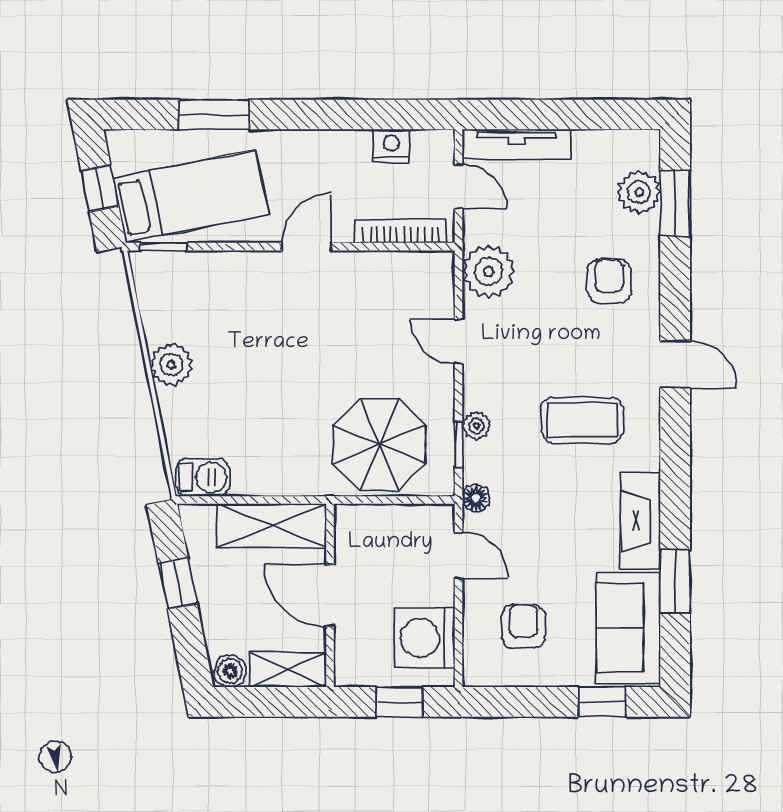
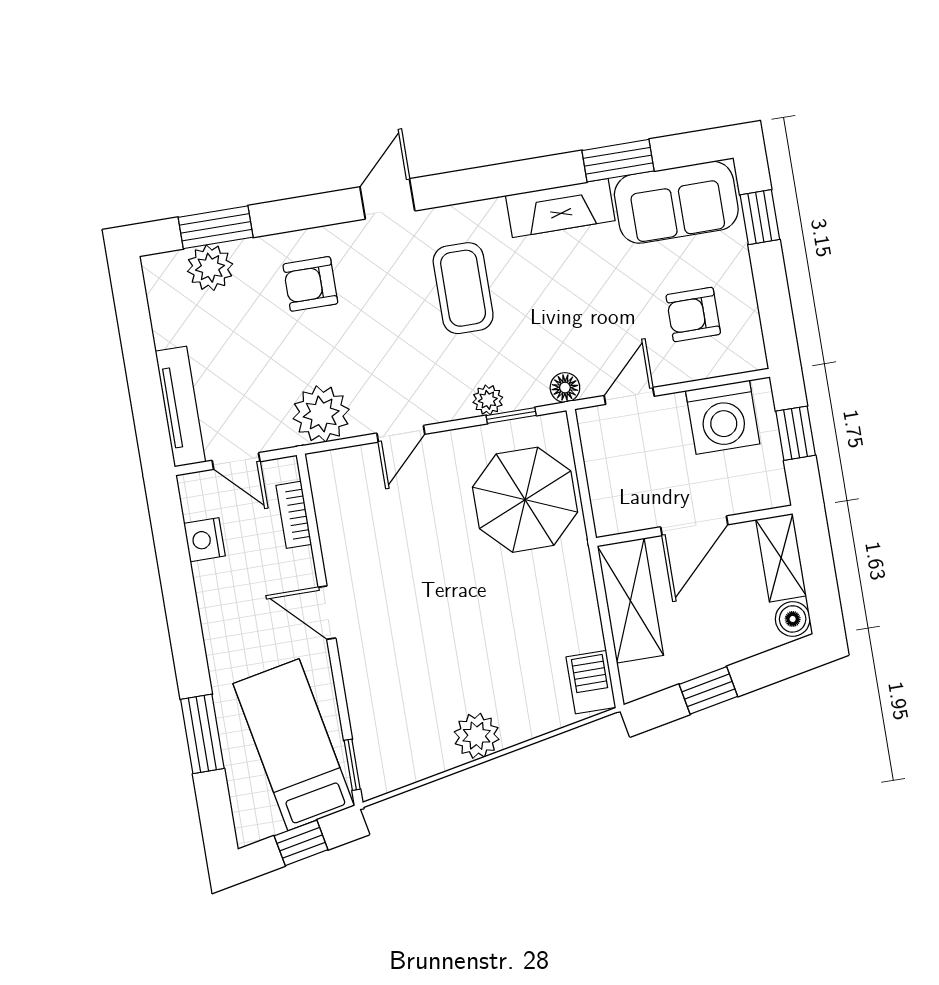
door: (459, 186) -> (236, 461), swing flipped
bookcase: (401, 231) -> (294, 515), width x0.64

